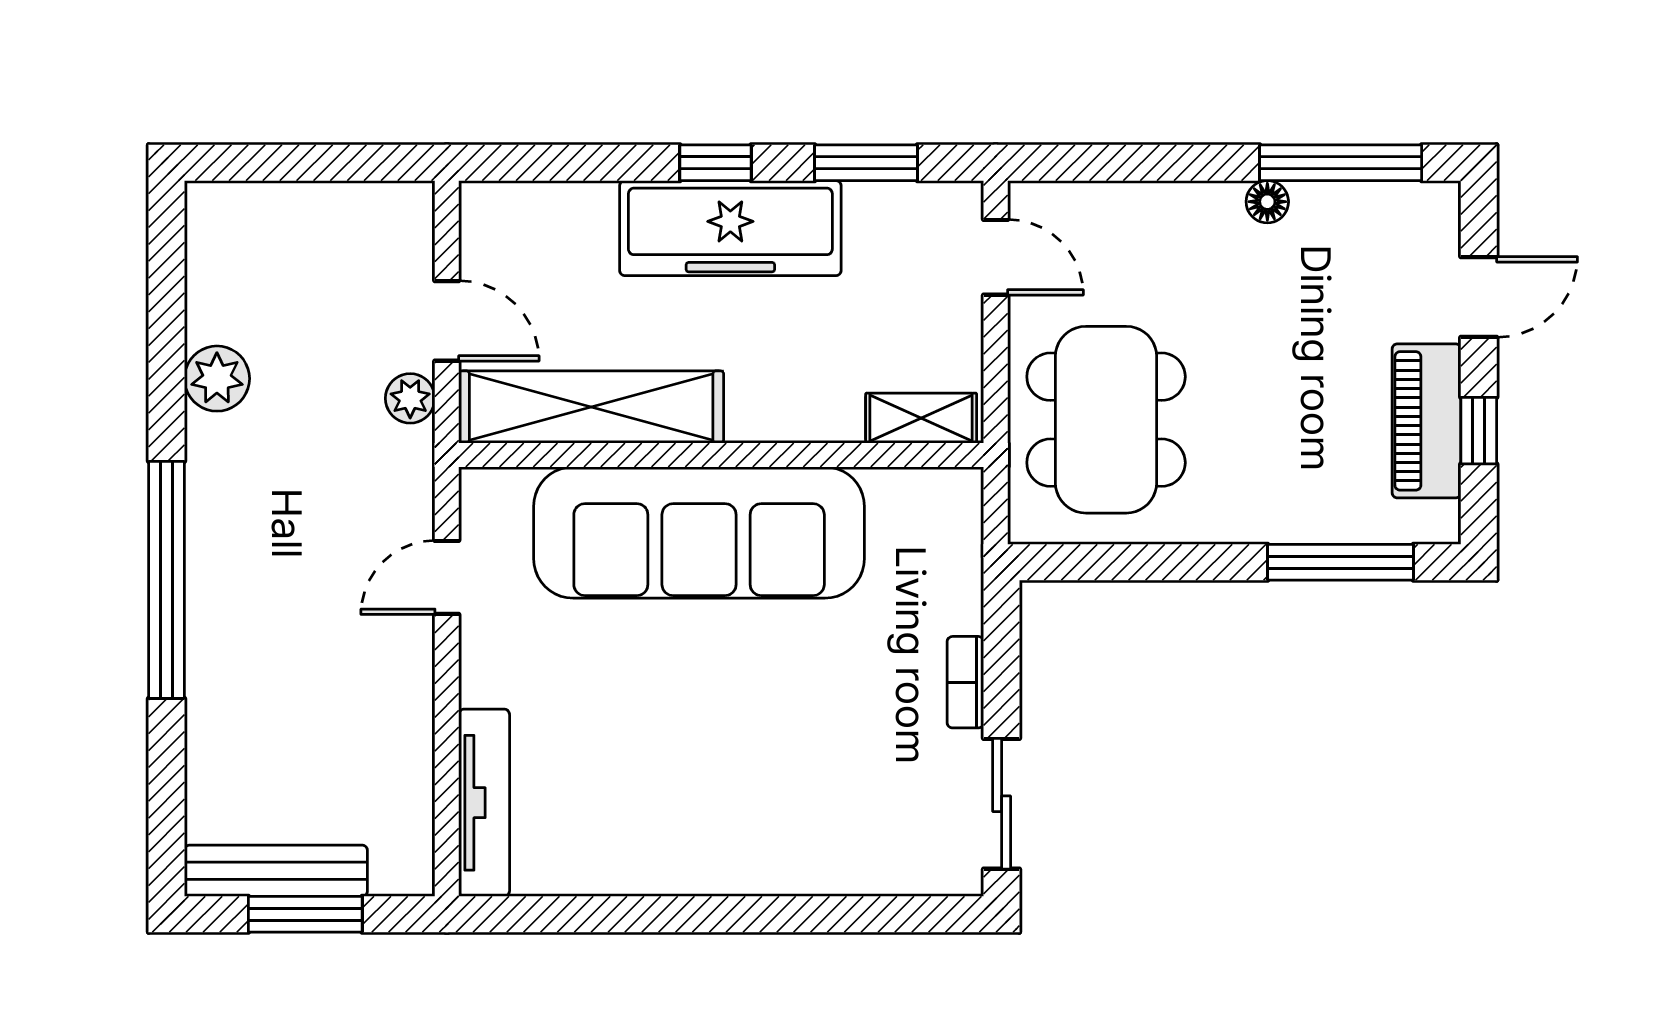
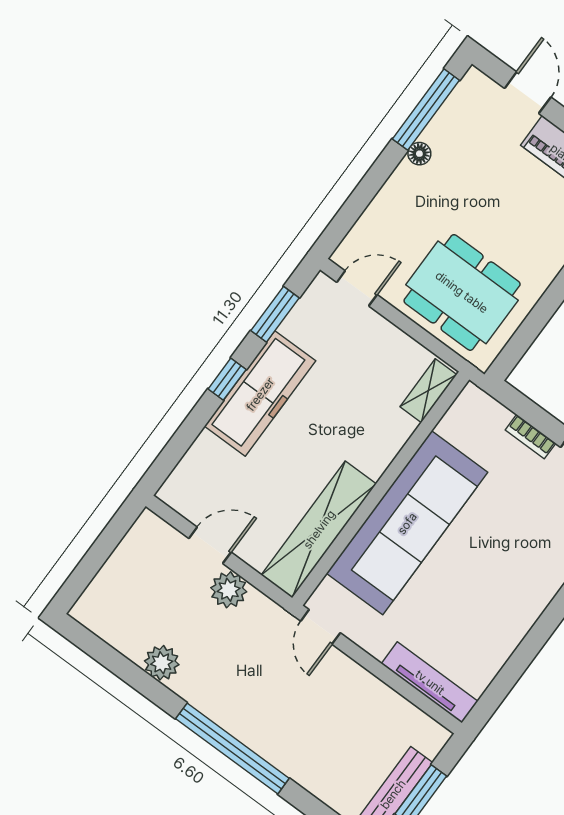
plant: (410, 398) -> (229, 590), width x1.38, depth x1.38
shelving: (591, 407) -> (319, 529), moved
shelving: (921, 418) -> (428, 391), moved
wall: (721, 455) -> (381, 489), moved
sofa: (699, 533) -> (407, 523), moved

